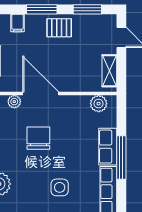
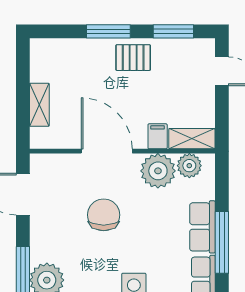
filing cabinet: (17, 23) -> (158, 136), moved, turned 180
shelving: (109, 71) -> (192, 139), moved, turned 90
plant: (14, 102) -> (158, 171), moved, width x1.87, depth x1.87

